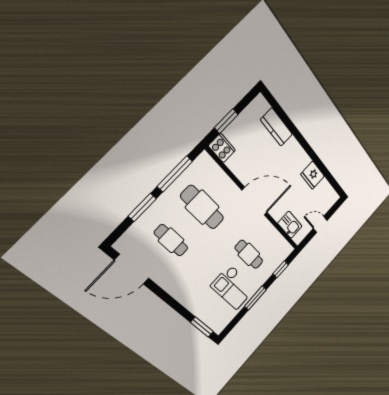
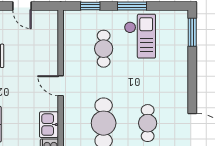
door: (255, 201) -> (61, 86), width x0.53
kitchen sink: (290, 225) -> (49, 125), moved

